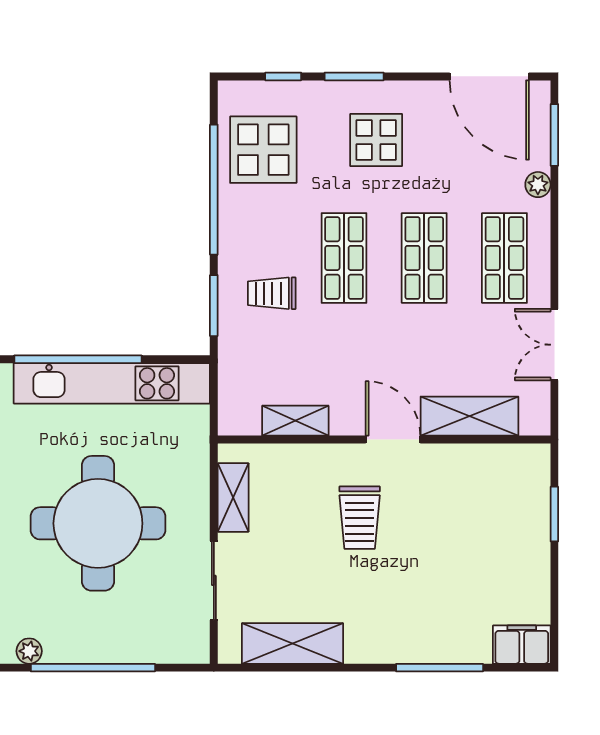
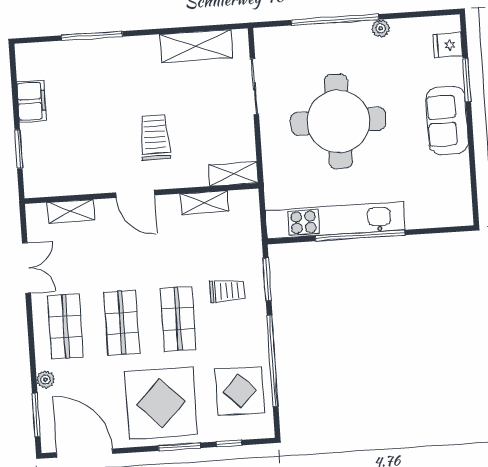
display table: (376, 140) -> (161, 403), width x1.86, depth x1.86
shelving: (469, 416) -> (71, 211), width x0.67, depth x0.75
shelving: (233, 497) -> (233, 174), moved, turned 90
filing cabinet: (522, 645) -> (32, 101), moved, turned -90

